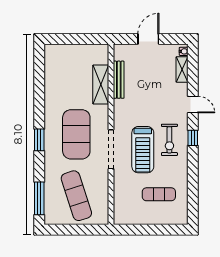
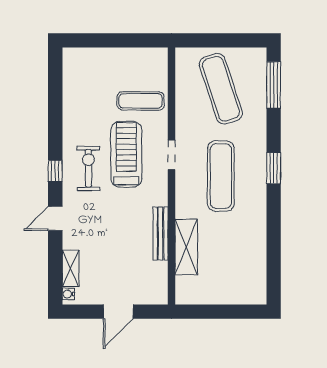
bench: (119, 80) -> (161, 234), moved
door: (193, 105) -> (55, 218), hinge flipped
exercise mat: (76, 134) -> (221, 176), width x0.68
doorway: (111, 149) -> (172, 155), width x0.53
exercise mat: (159, 194) -> (141, 101), moved

